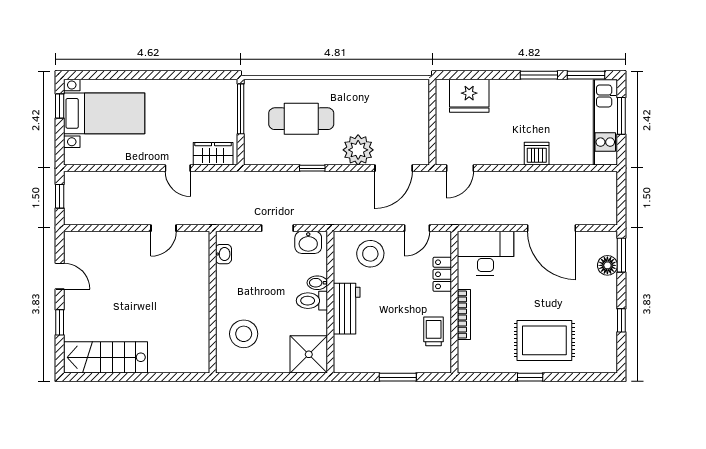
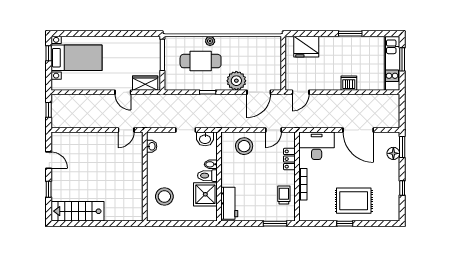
window: (586, 75) -> (380, 34), removed
plant: (316, 87) -> (210, 41), added
door: (164, 228) -> (126, 130), moved
workbench: (347, 309) -> (229, 203), moved
shower: (309, 354) -> (205, 194), moved
window: (398, 377) -> (275, 224), moved

